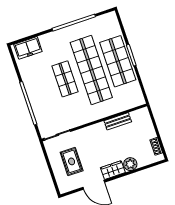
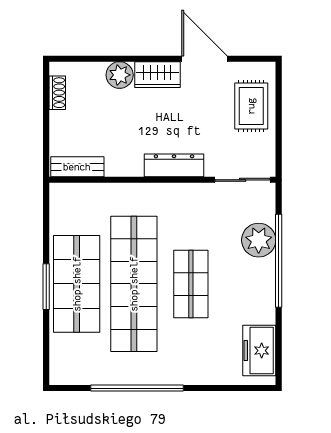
freezer: (28, 48) -> (259, 351), moved, turned -90
plant: (41, 110) -> (259, 240), added
bench: (118, 121) -> (77, 167), moved
dresser: (91, 131) -> (174, 165), added
rug: (72, 161) -> (251, 106), moved

